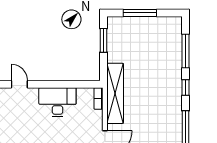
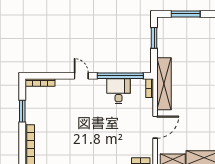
window: (65, 84) -> (120, 76), added
desk: (57, 102) -> (119, 91), width x0.73

